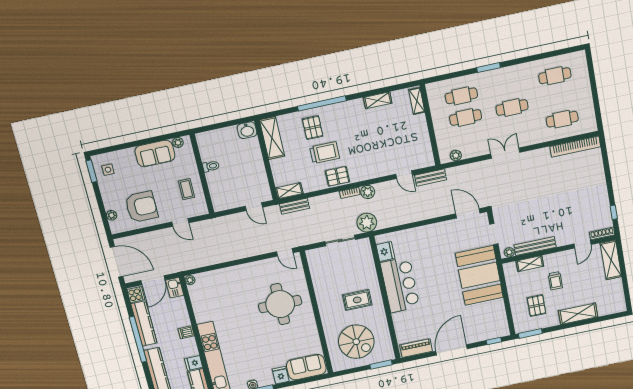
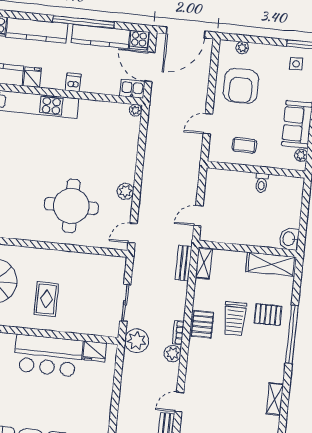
plant: (255, 268) -> (125, 191), added

